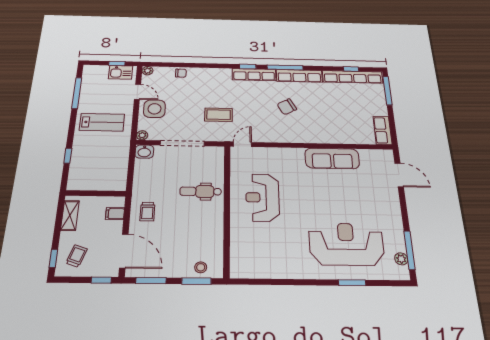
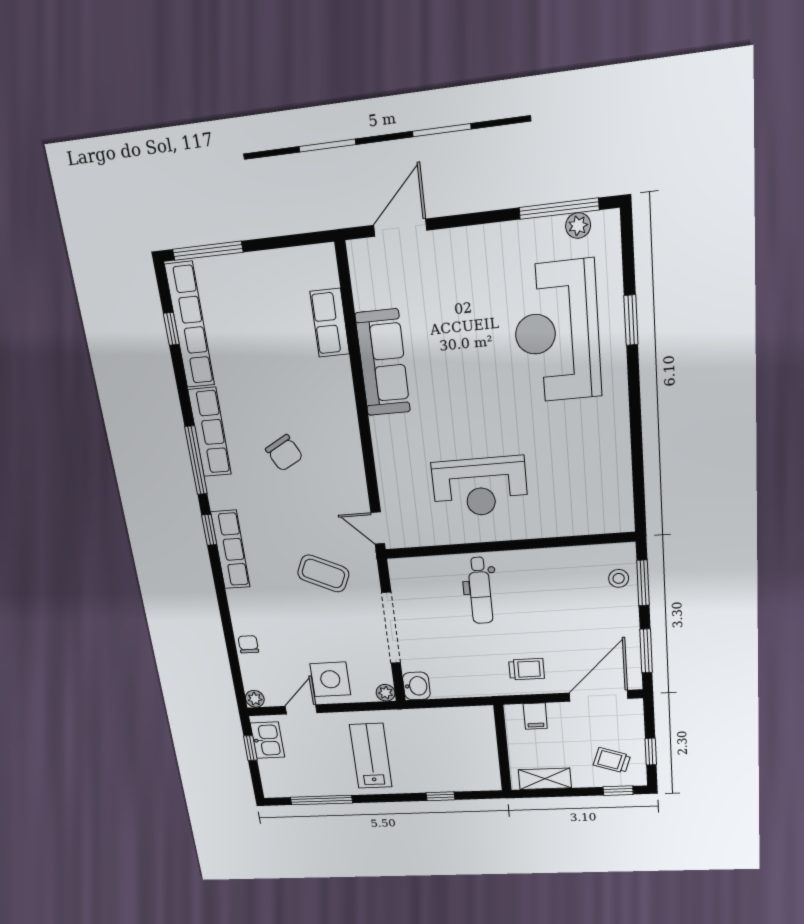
row of seats: (254, 75) -> (230, 550), moved
coffee table: (219, 115) -> (323, 573), turned -65
row of seats: (383, 130) -> (330, 323), moved, turned 90
window: (101, 280) -> (651, 752), moved

